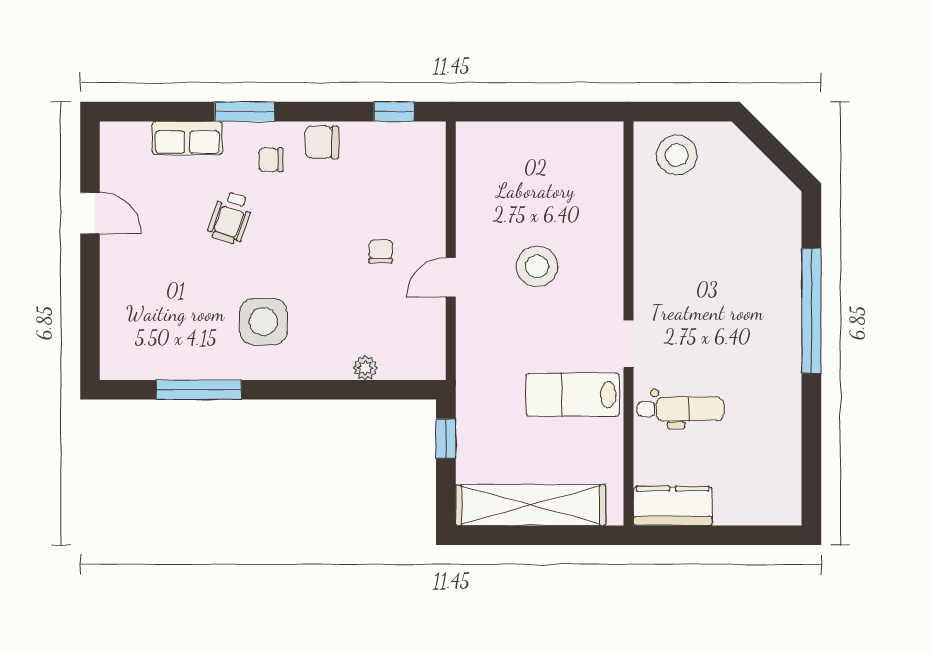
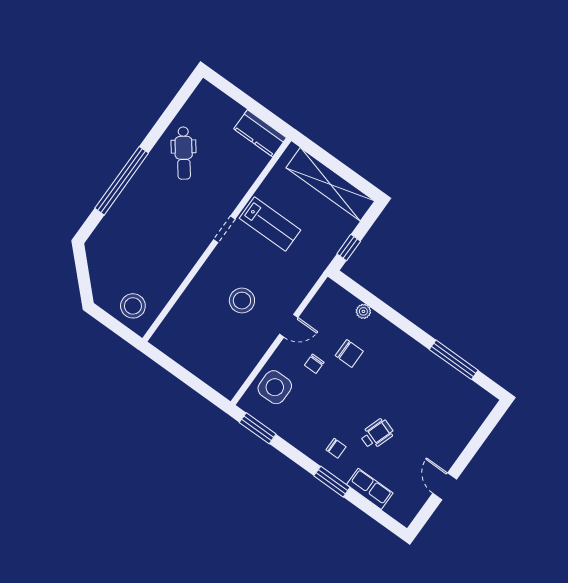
window: (394, 112) -> (258, 428), width x1.50
chair: (322, 142) -> (349, 353), moved
side table: (263, 322) -> (275, 387), moved
dental chair: (680, 409) -> (184, 153), moved, turned -127

